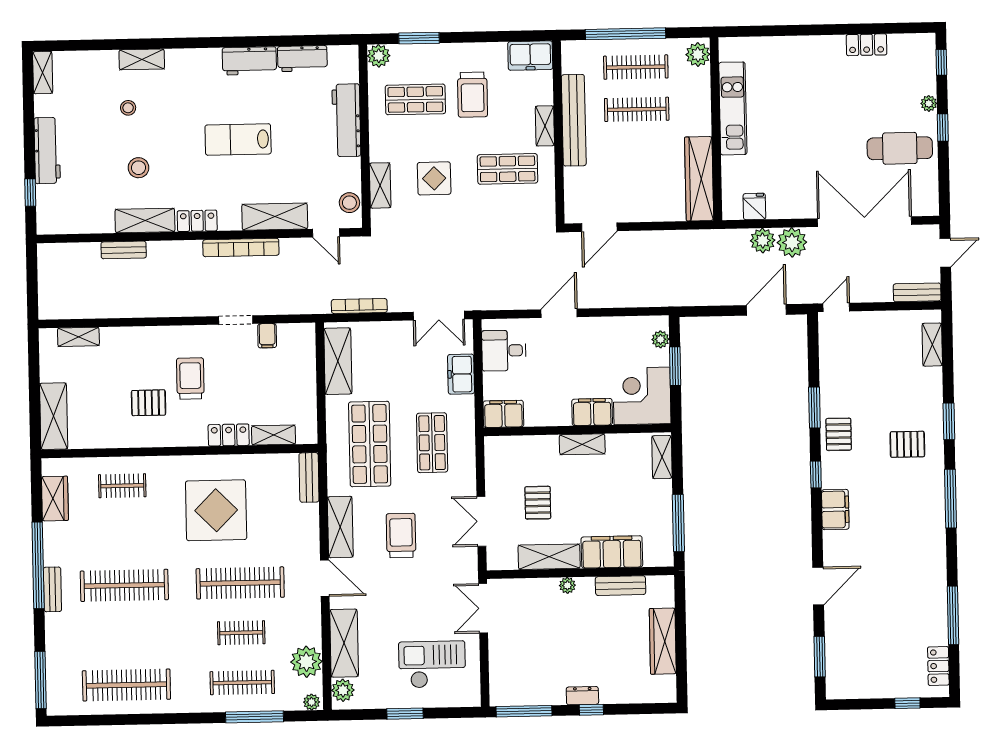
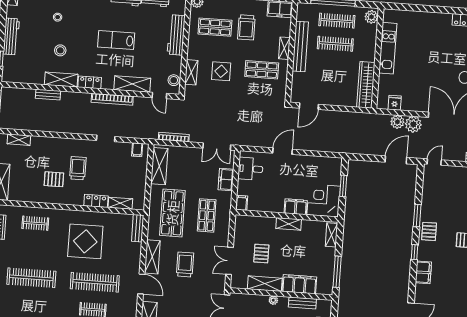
filing cabinet: (267, 336) -> (137, 150), moved
plant: (660, 339) -> (337, 171), removed
filing cabinet: (503, 414) -> (242, 203), width x0.50

